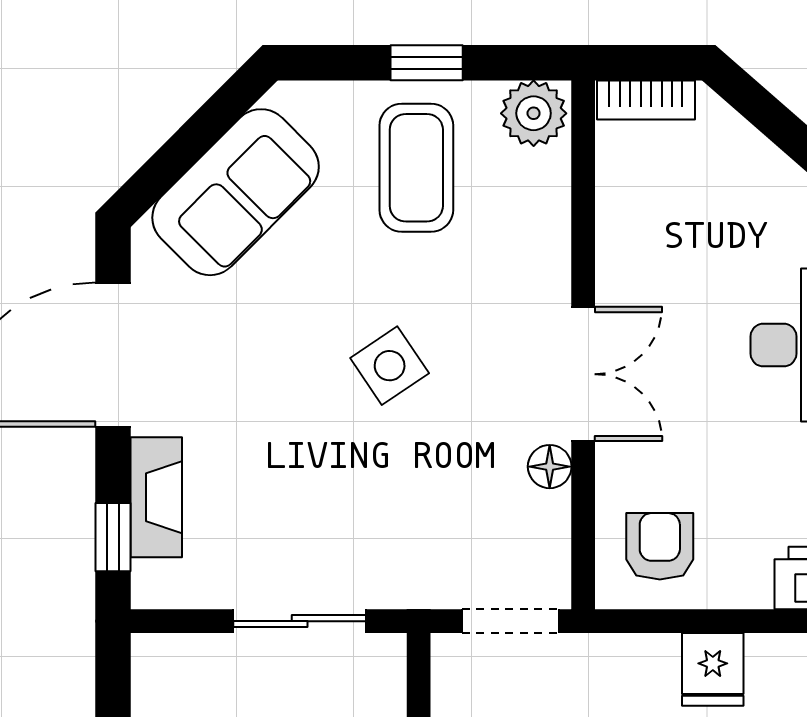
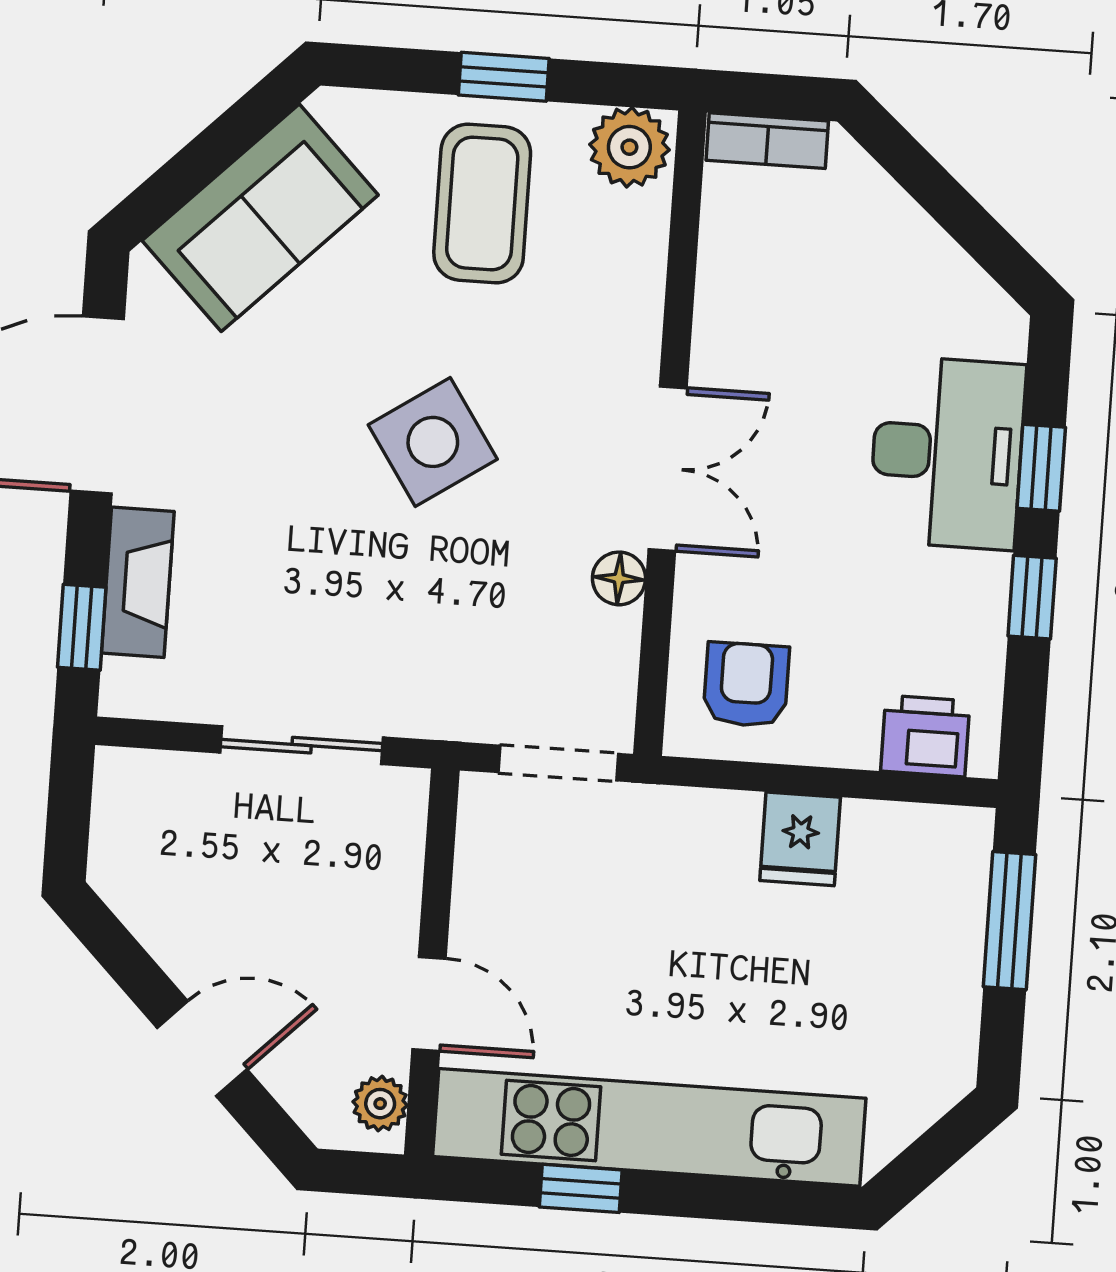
side table: (390, 366) -> (433, 442), width x1.37, depth x1.37

